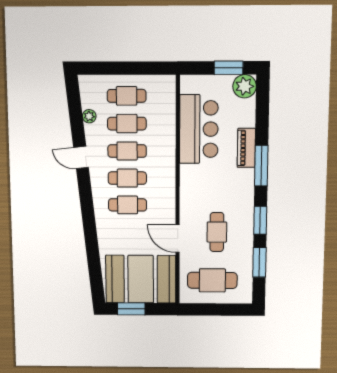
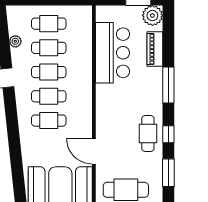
piano: (246, 148) -> (155, 49), moved
window: (260, 220) -> (168, 134), width x0.67
cafe table: (217, 232) -> (148, 134), moved

